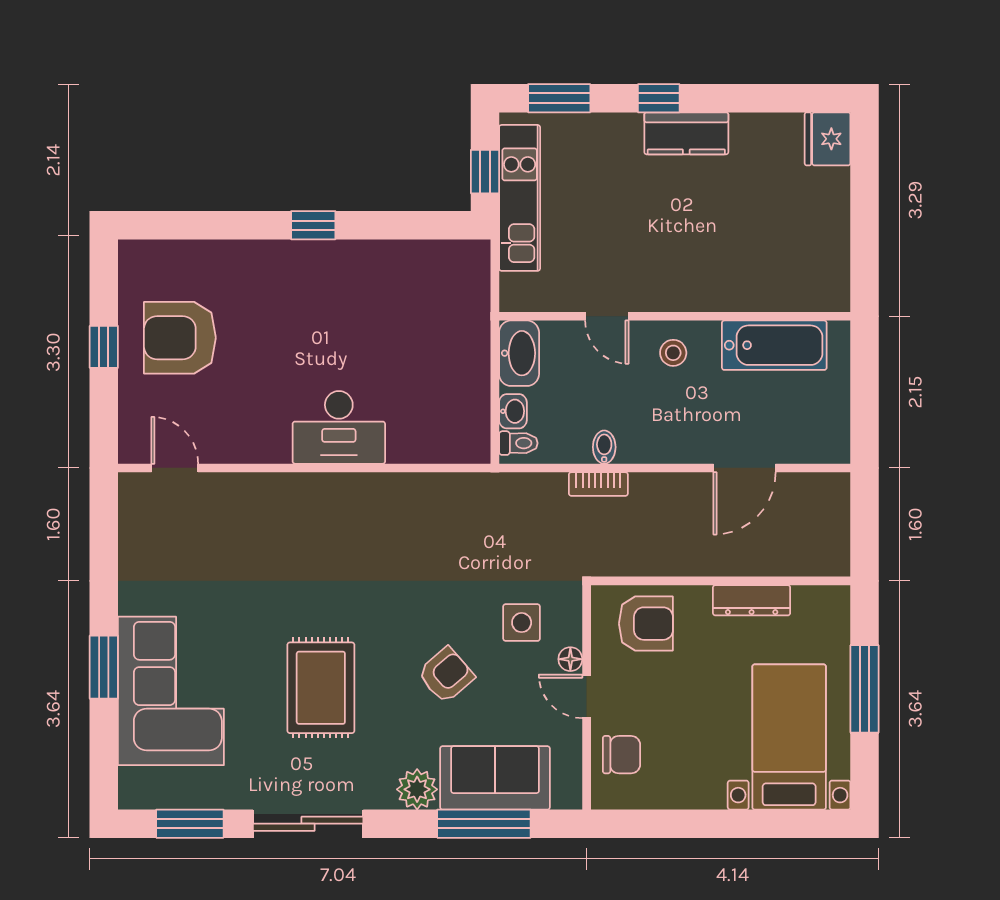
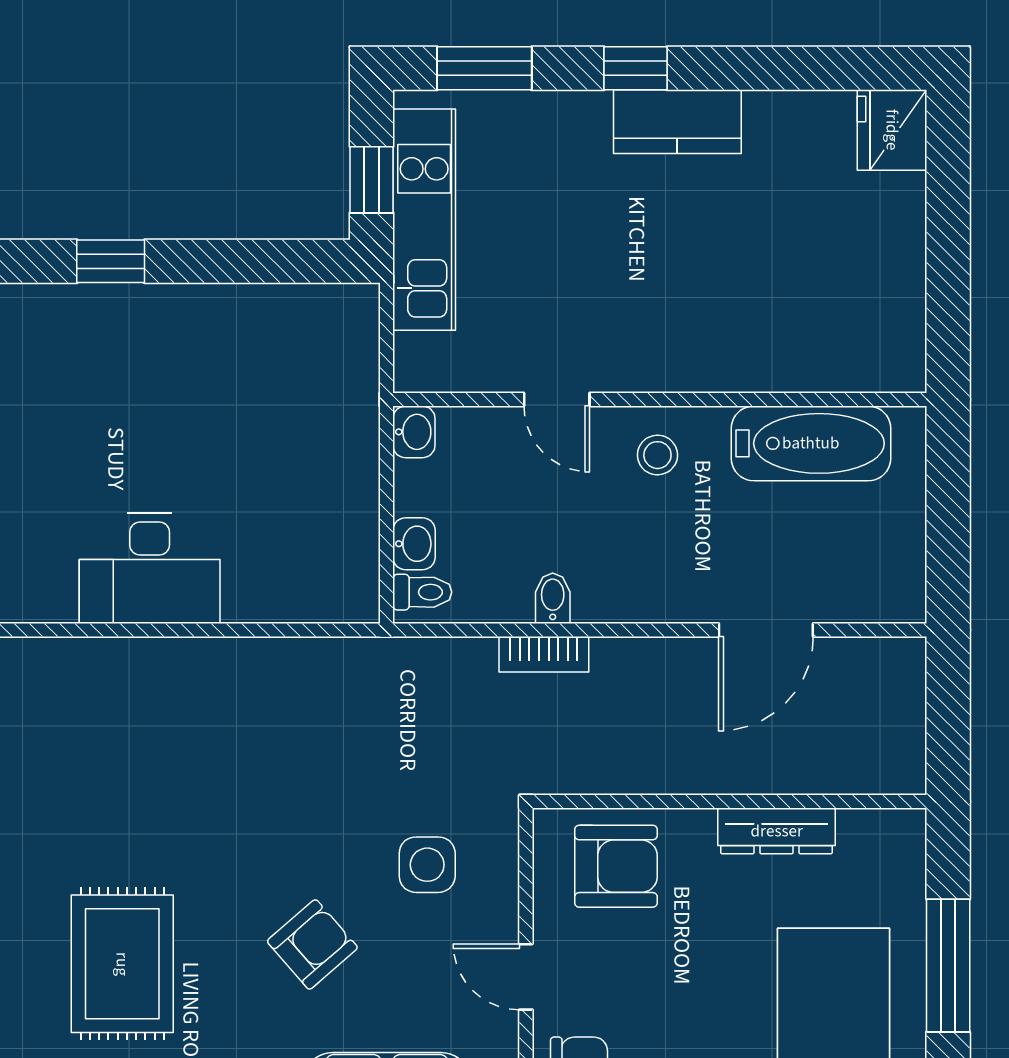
washbasin: (519, 353) -> (414, 432), width x0.52, depth x0.69
floor lamp: (570, 659) -> (501, 920), removed

